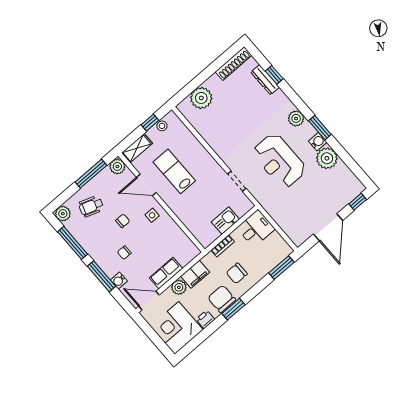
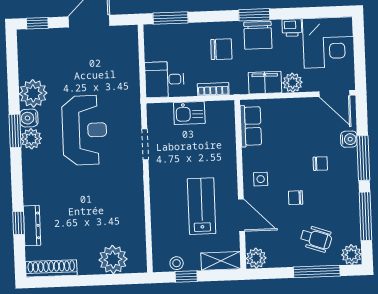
plant: (296, 118) -> (31, 139), moved
lab bench: (174, 171) -> (202, 206), turned 180
window: (91, 174) -> (317, 272), moved
row of seats: (166, 273) -> (251, 126), moved, turned -90

